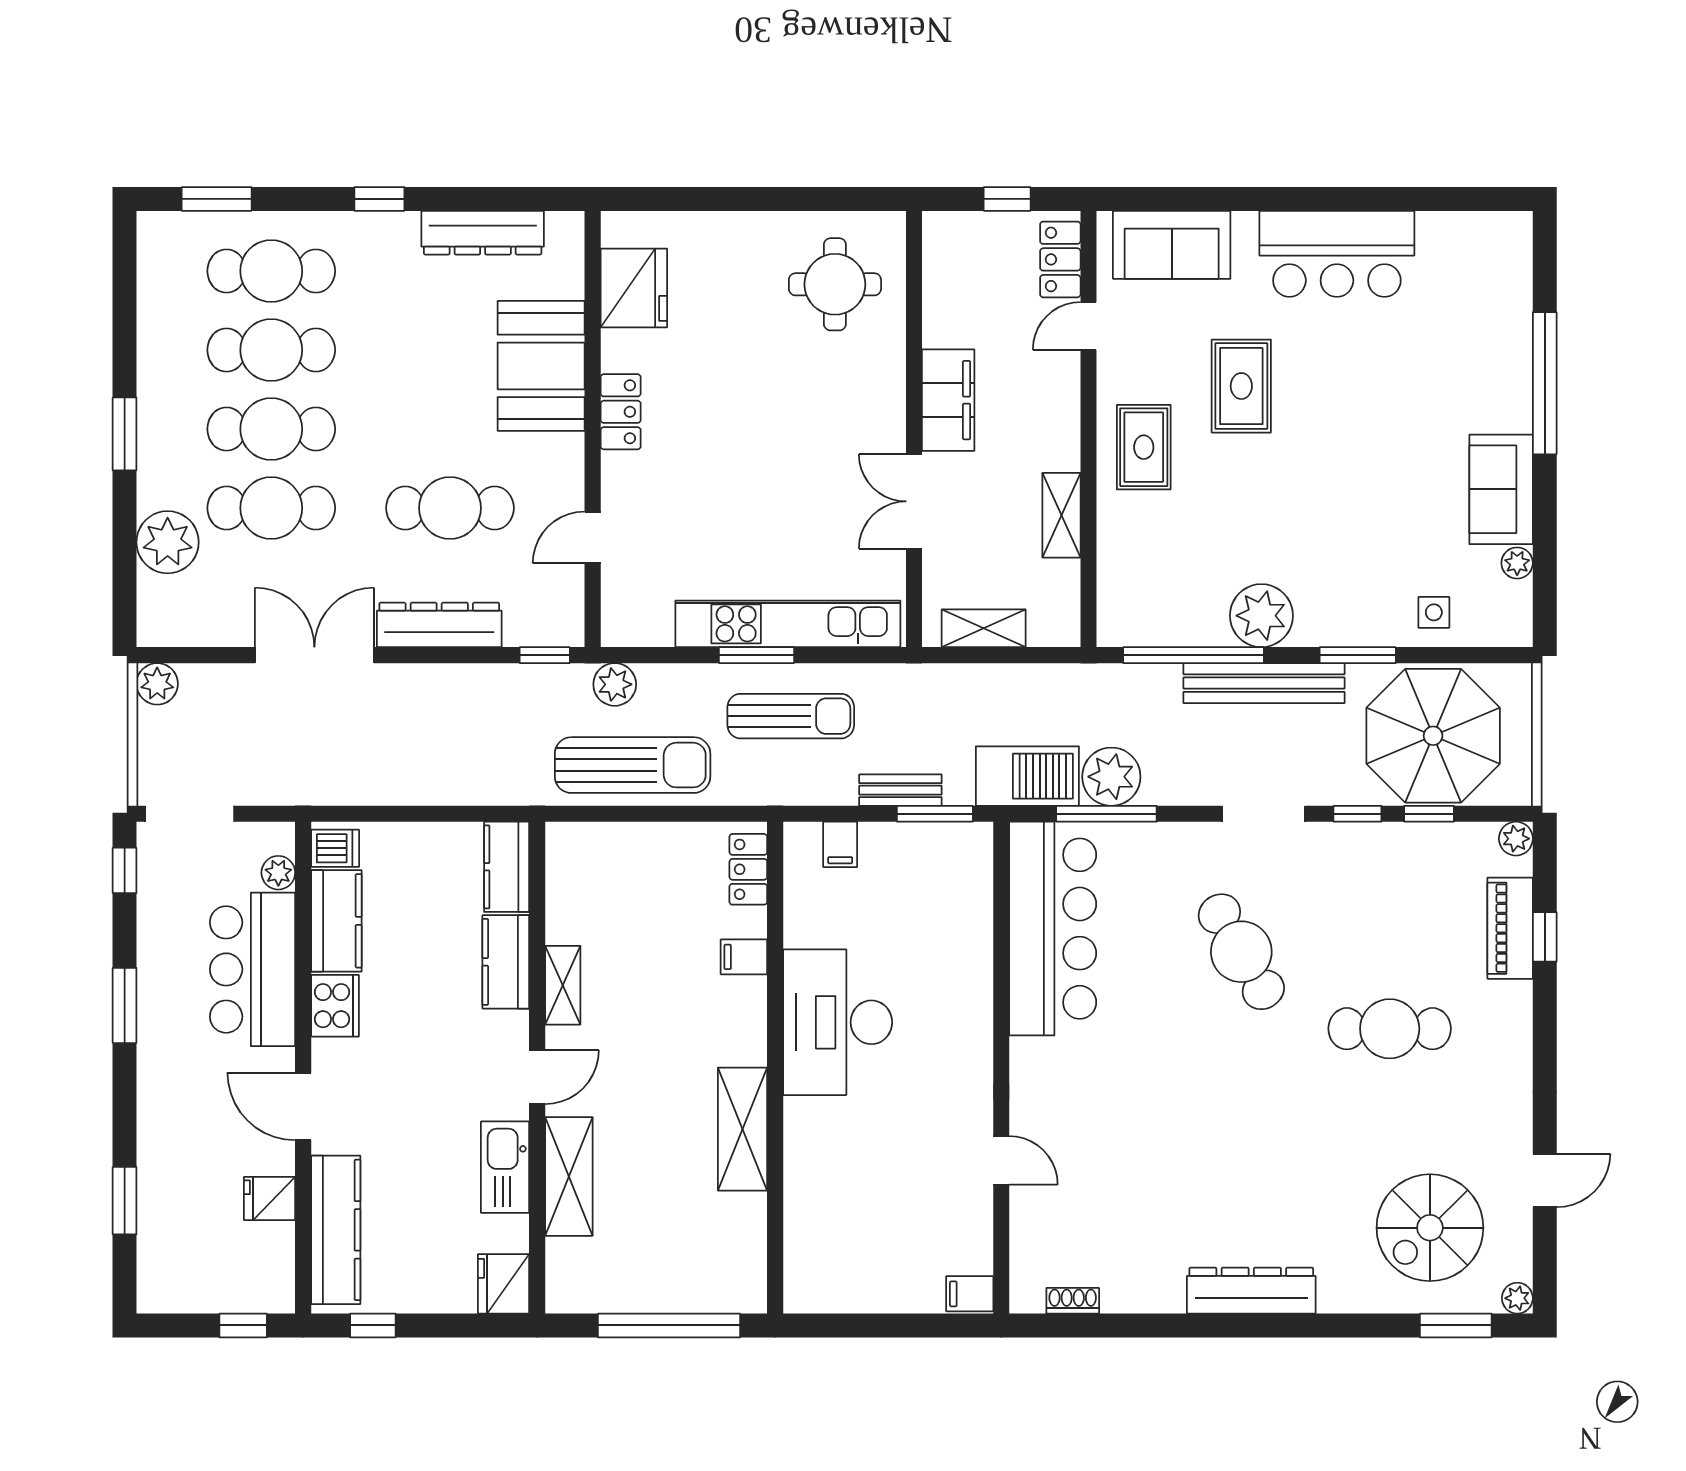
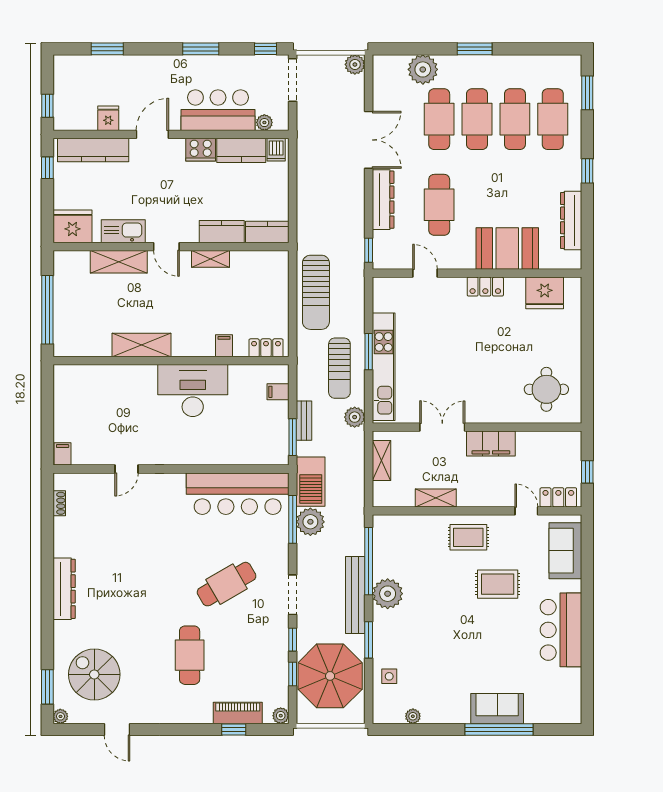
sofa: (1501, 489) -> (497, 709), moved
plant: (615, 684) -> (355, 417), moved
fridge: (504, 1284) -> (72, 226), width x1.36, depth x1.34

